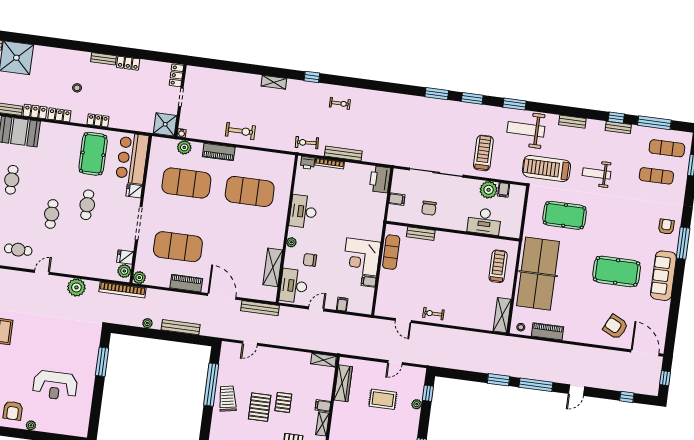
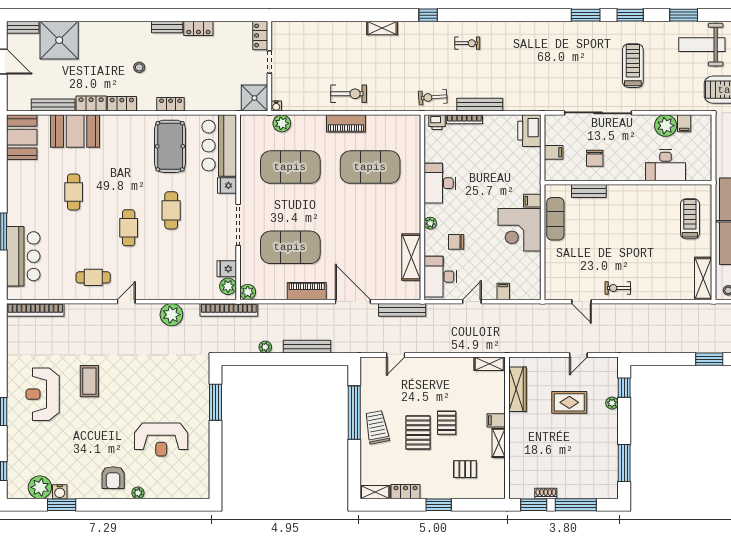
piano: (219, 152) -> (346, 123), moved
treadmill: (483, 153) -> (633, 66), moved
filing cabinet: (369, 281) -> (532, 201), moved

